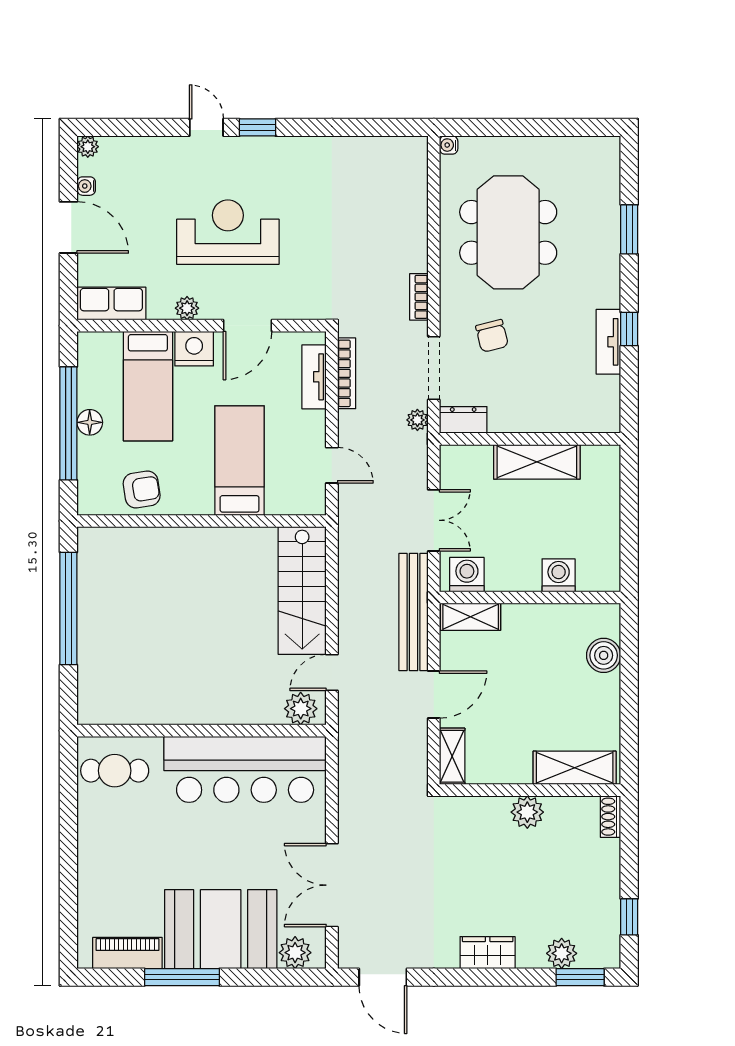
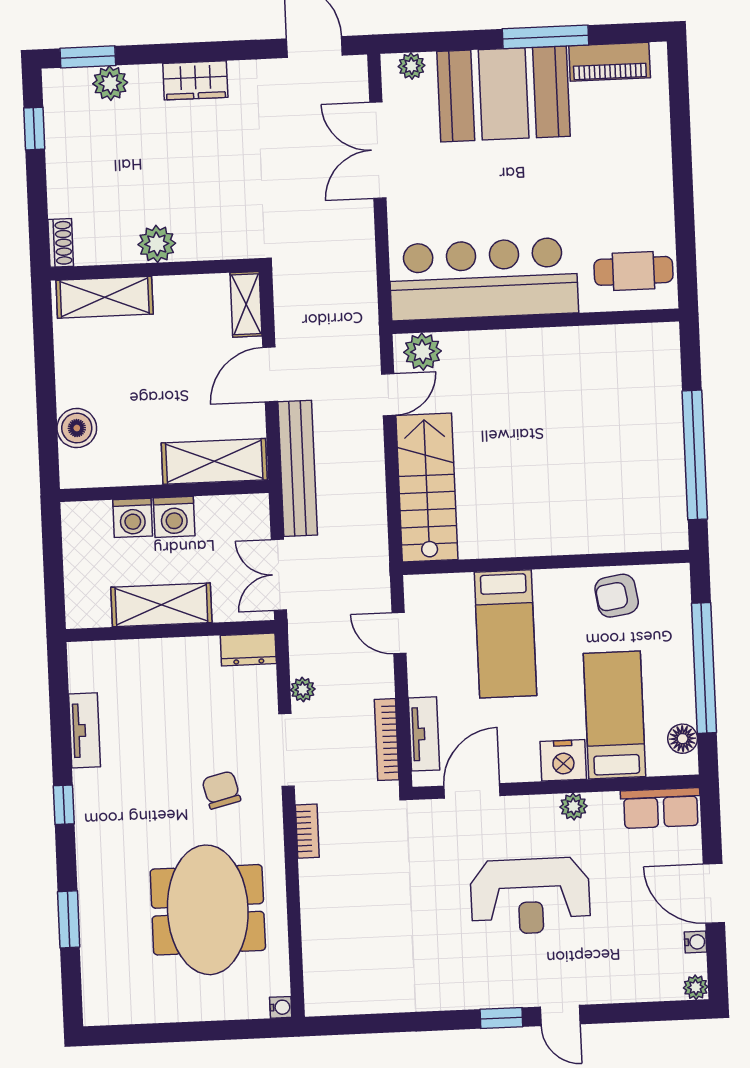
door: (247, 326) -> (472, 791), moved
tv unit: (608, 342) -> (84, 730), moved
dresser: (463, 420) -> (248, 649), moved
floor lamp: (90, 422) -> (683, 739), moved
wall: (530, 439) -> (170, 631), moved
shelving: (537, 462) -> (161, 605), moved
washing machine: (467, 575) -> (174, 517), moved
shelving: (471, 617) -> (214, 461), width x1.50, depth x1.33
double door: (332, 885) -> (378, 150), swing flipped
plant: (295, 953) -> (412, 66), width x0.73, depth x0.73

